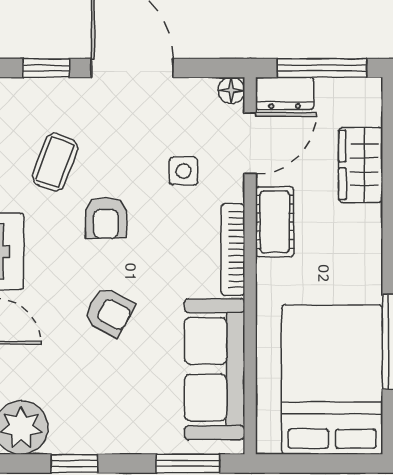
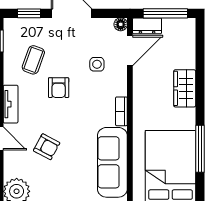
wardrobe: (361, 165) -> (185, 88), moved
cot: (275, 222) -> (142, 89), removed
bookcase: (233, 250) -> (121, 111), width x0.64
armchair: (109, 312) -> (47, 147), moved

